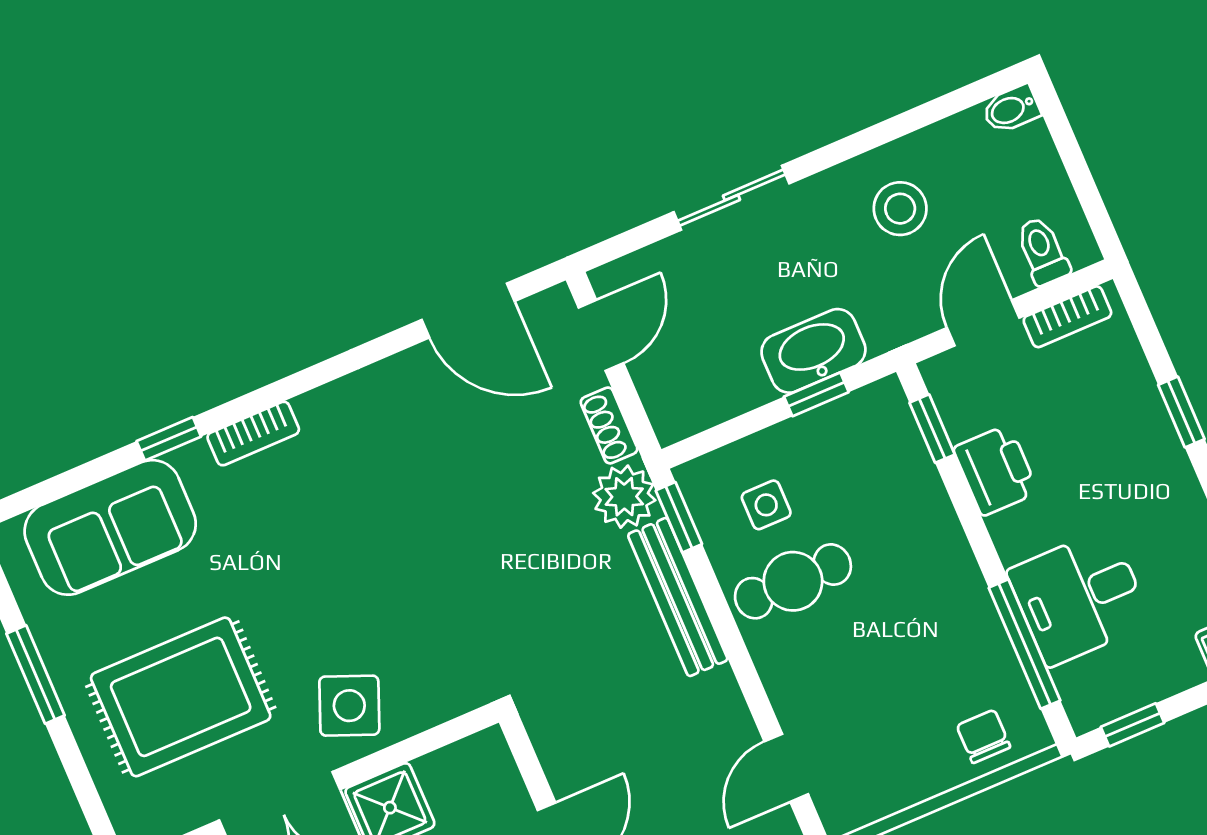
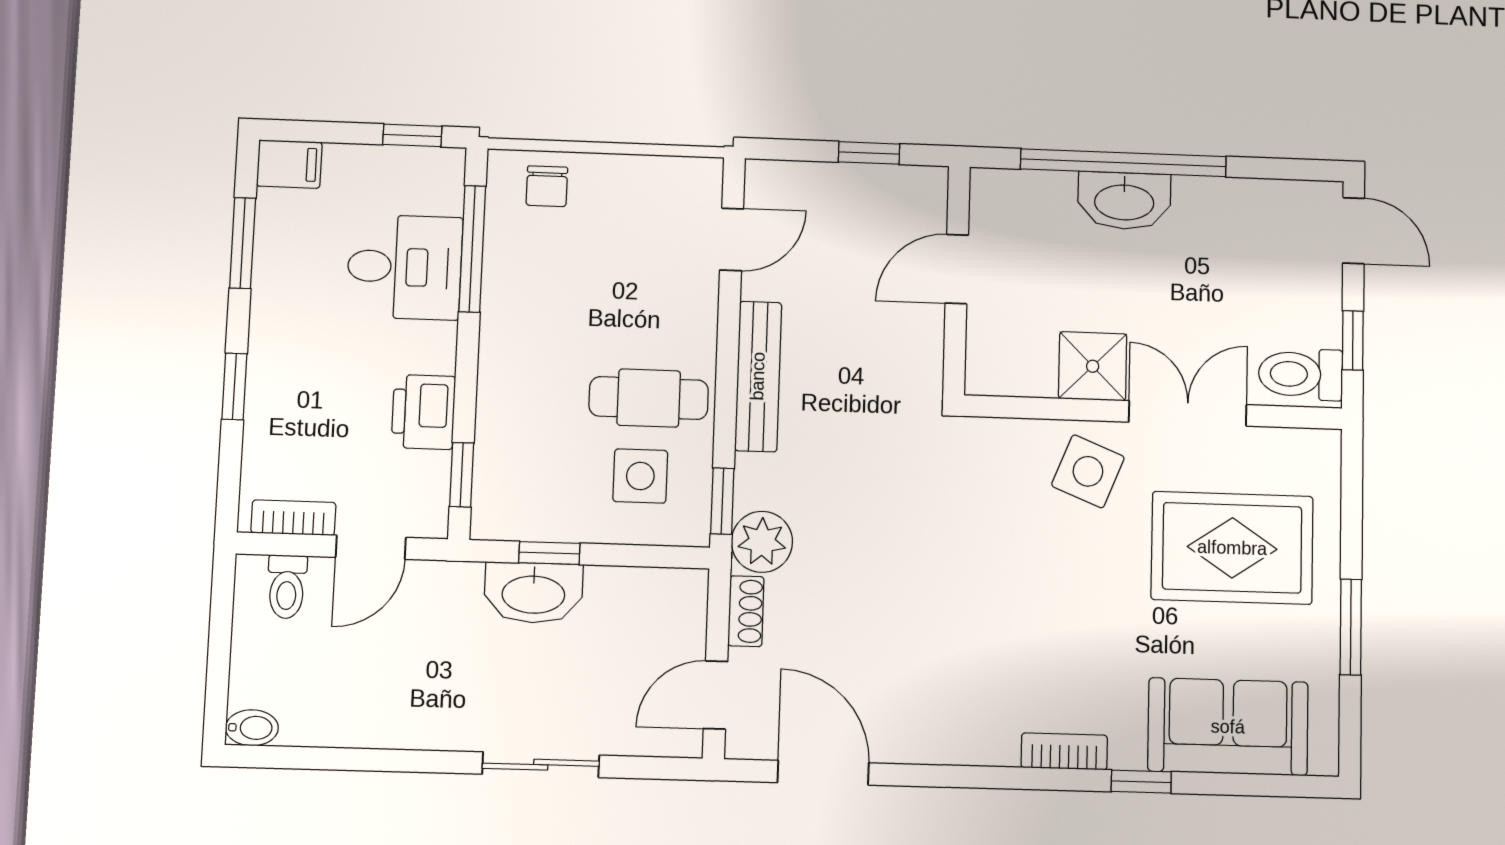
stool: (900, 209) -> (395, 684), removed
side table: (766, 505) -> (640, 476), width x1.37, depth x1.37
bench: (678, 597) -> (758, 376), moved

